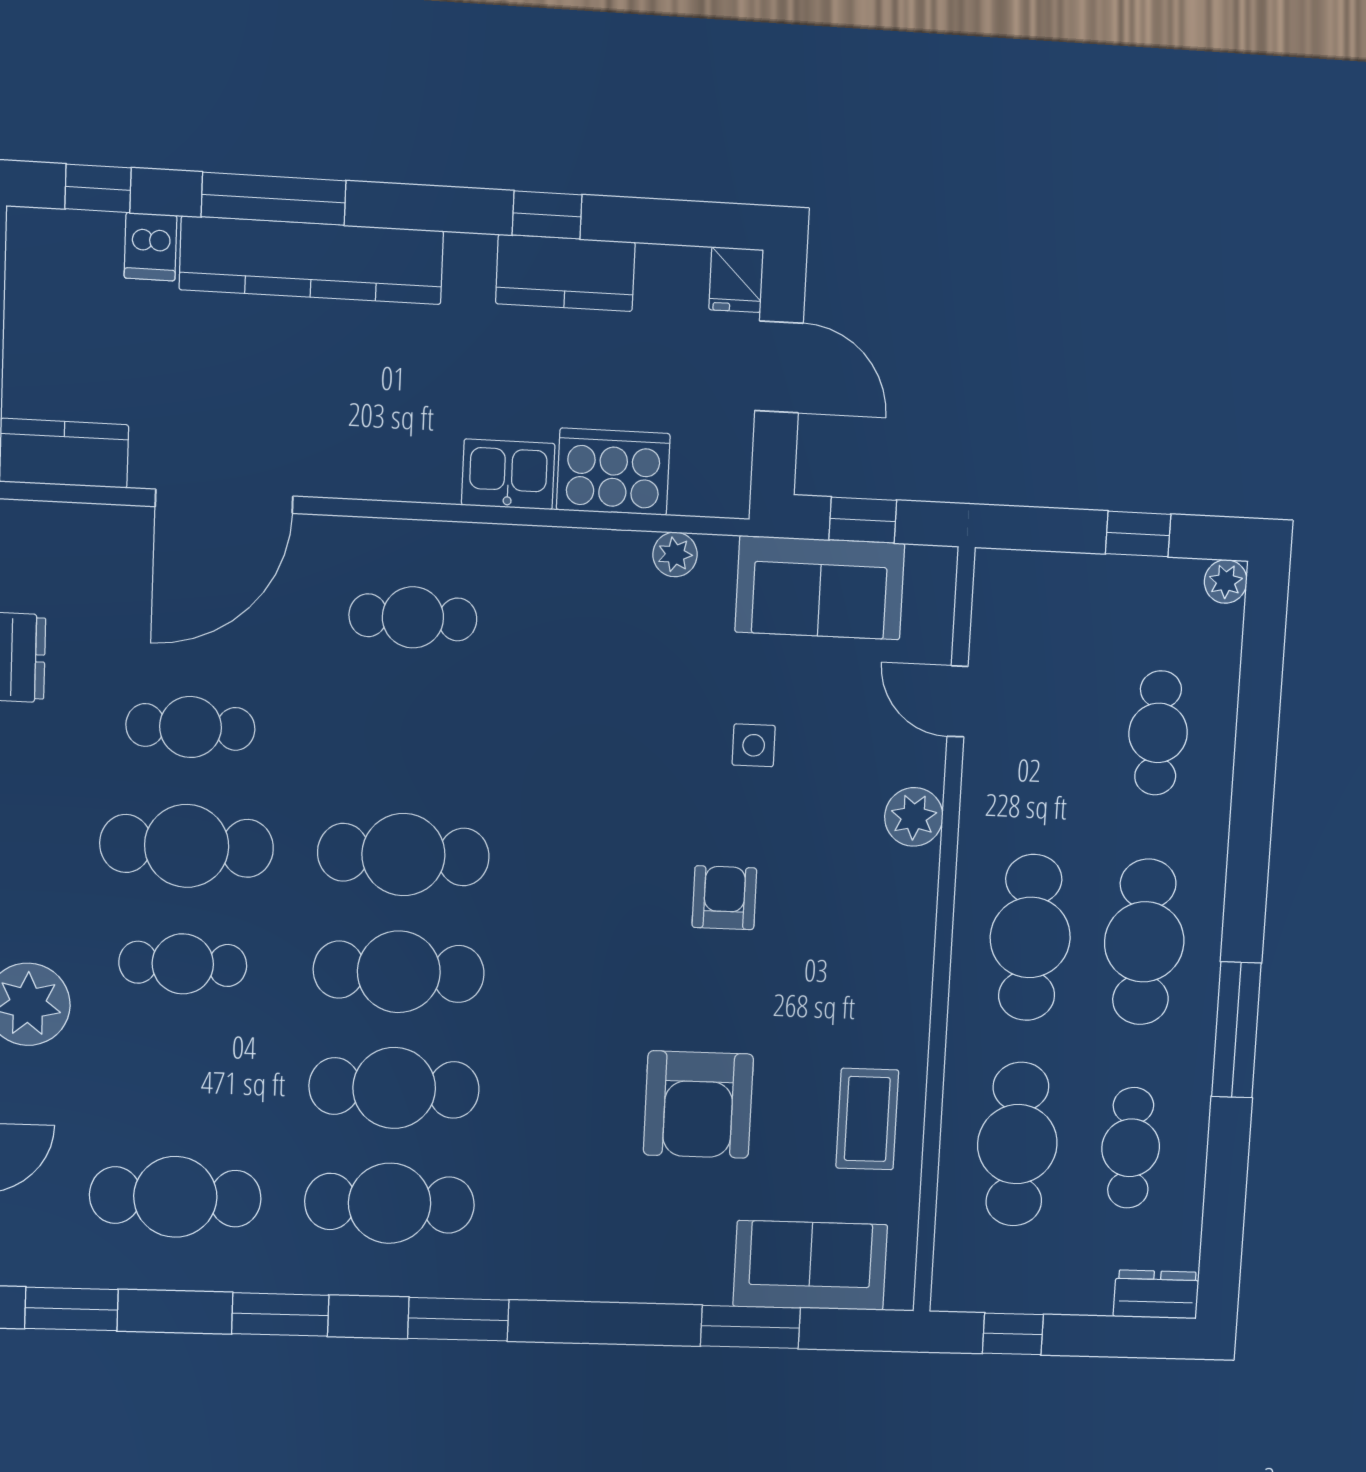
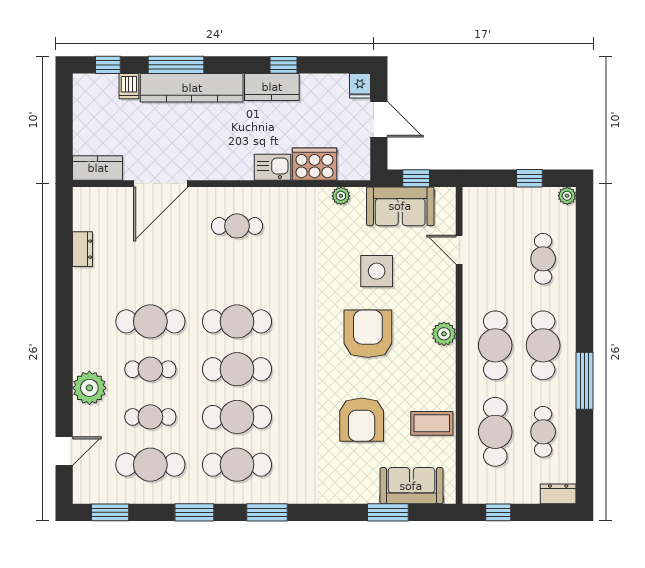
kitchen counter: (565, 273) -> (272, 87), moved
cafe table: (190, 727) -> (150, 417), moved
side table: (754, 745) -> (377, 271), width x1.87, depth x1.87
plant: (914, 817) -> (444, 334), moved
armchair: (724, 898) -> (368, 334), width x1.88, depth x1.88
coffee table: (867, 1119) -> (432, 423), turned 90

